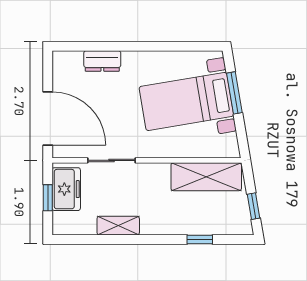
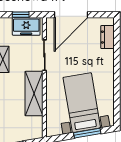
dresser: (102, 61) -> (108, 37), moved
shelving: (206, 177) -> (34, 94), moved

